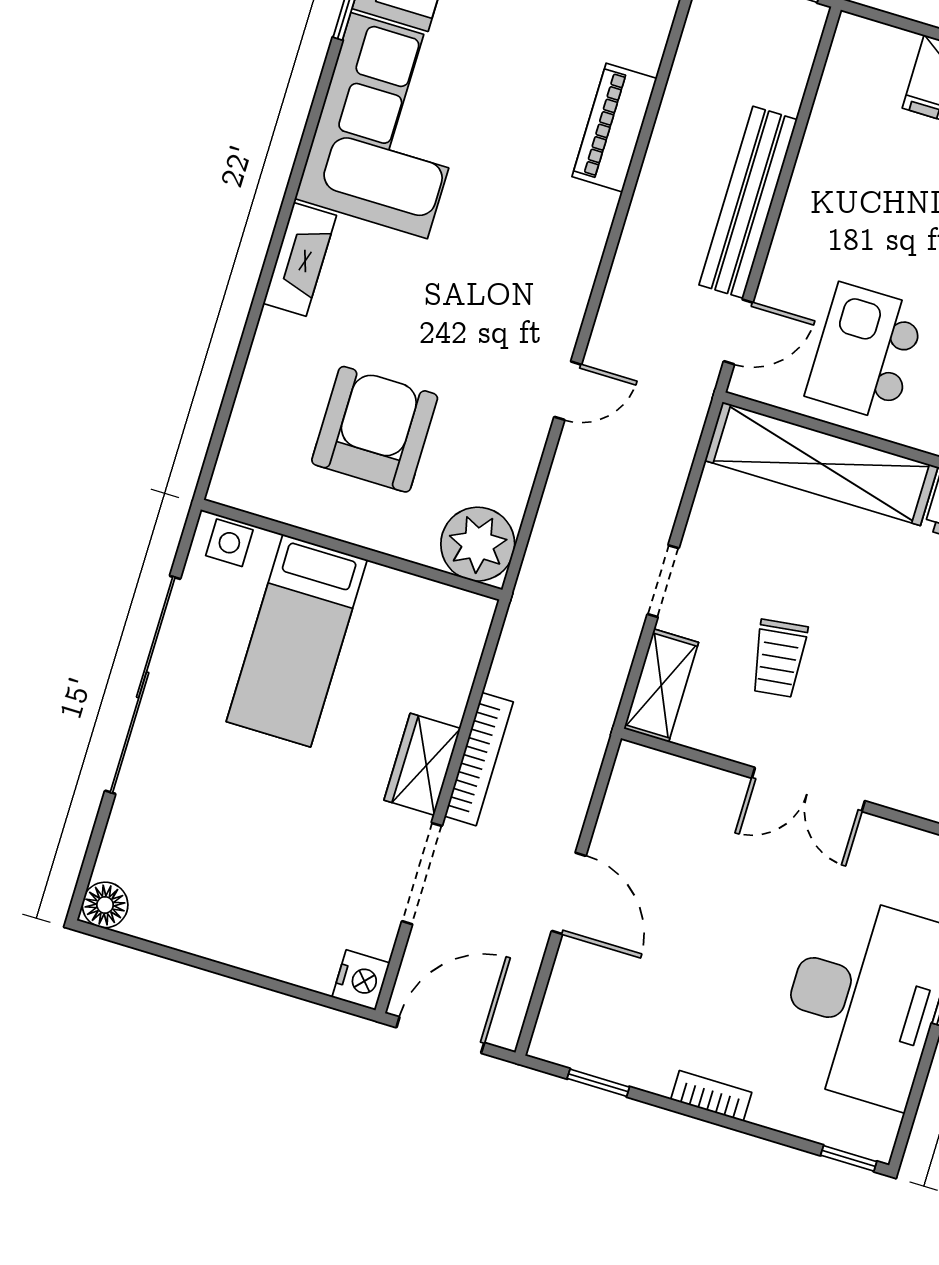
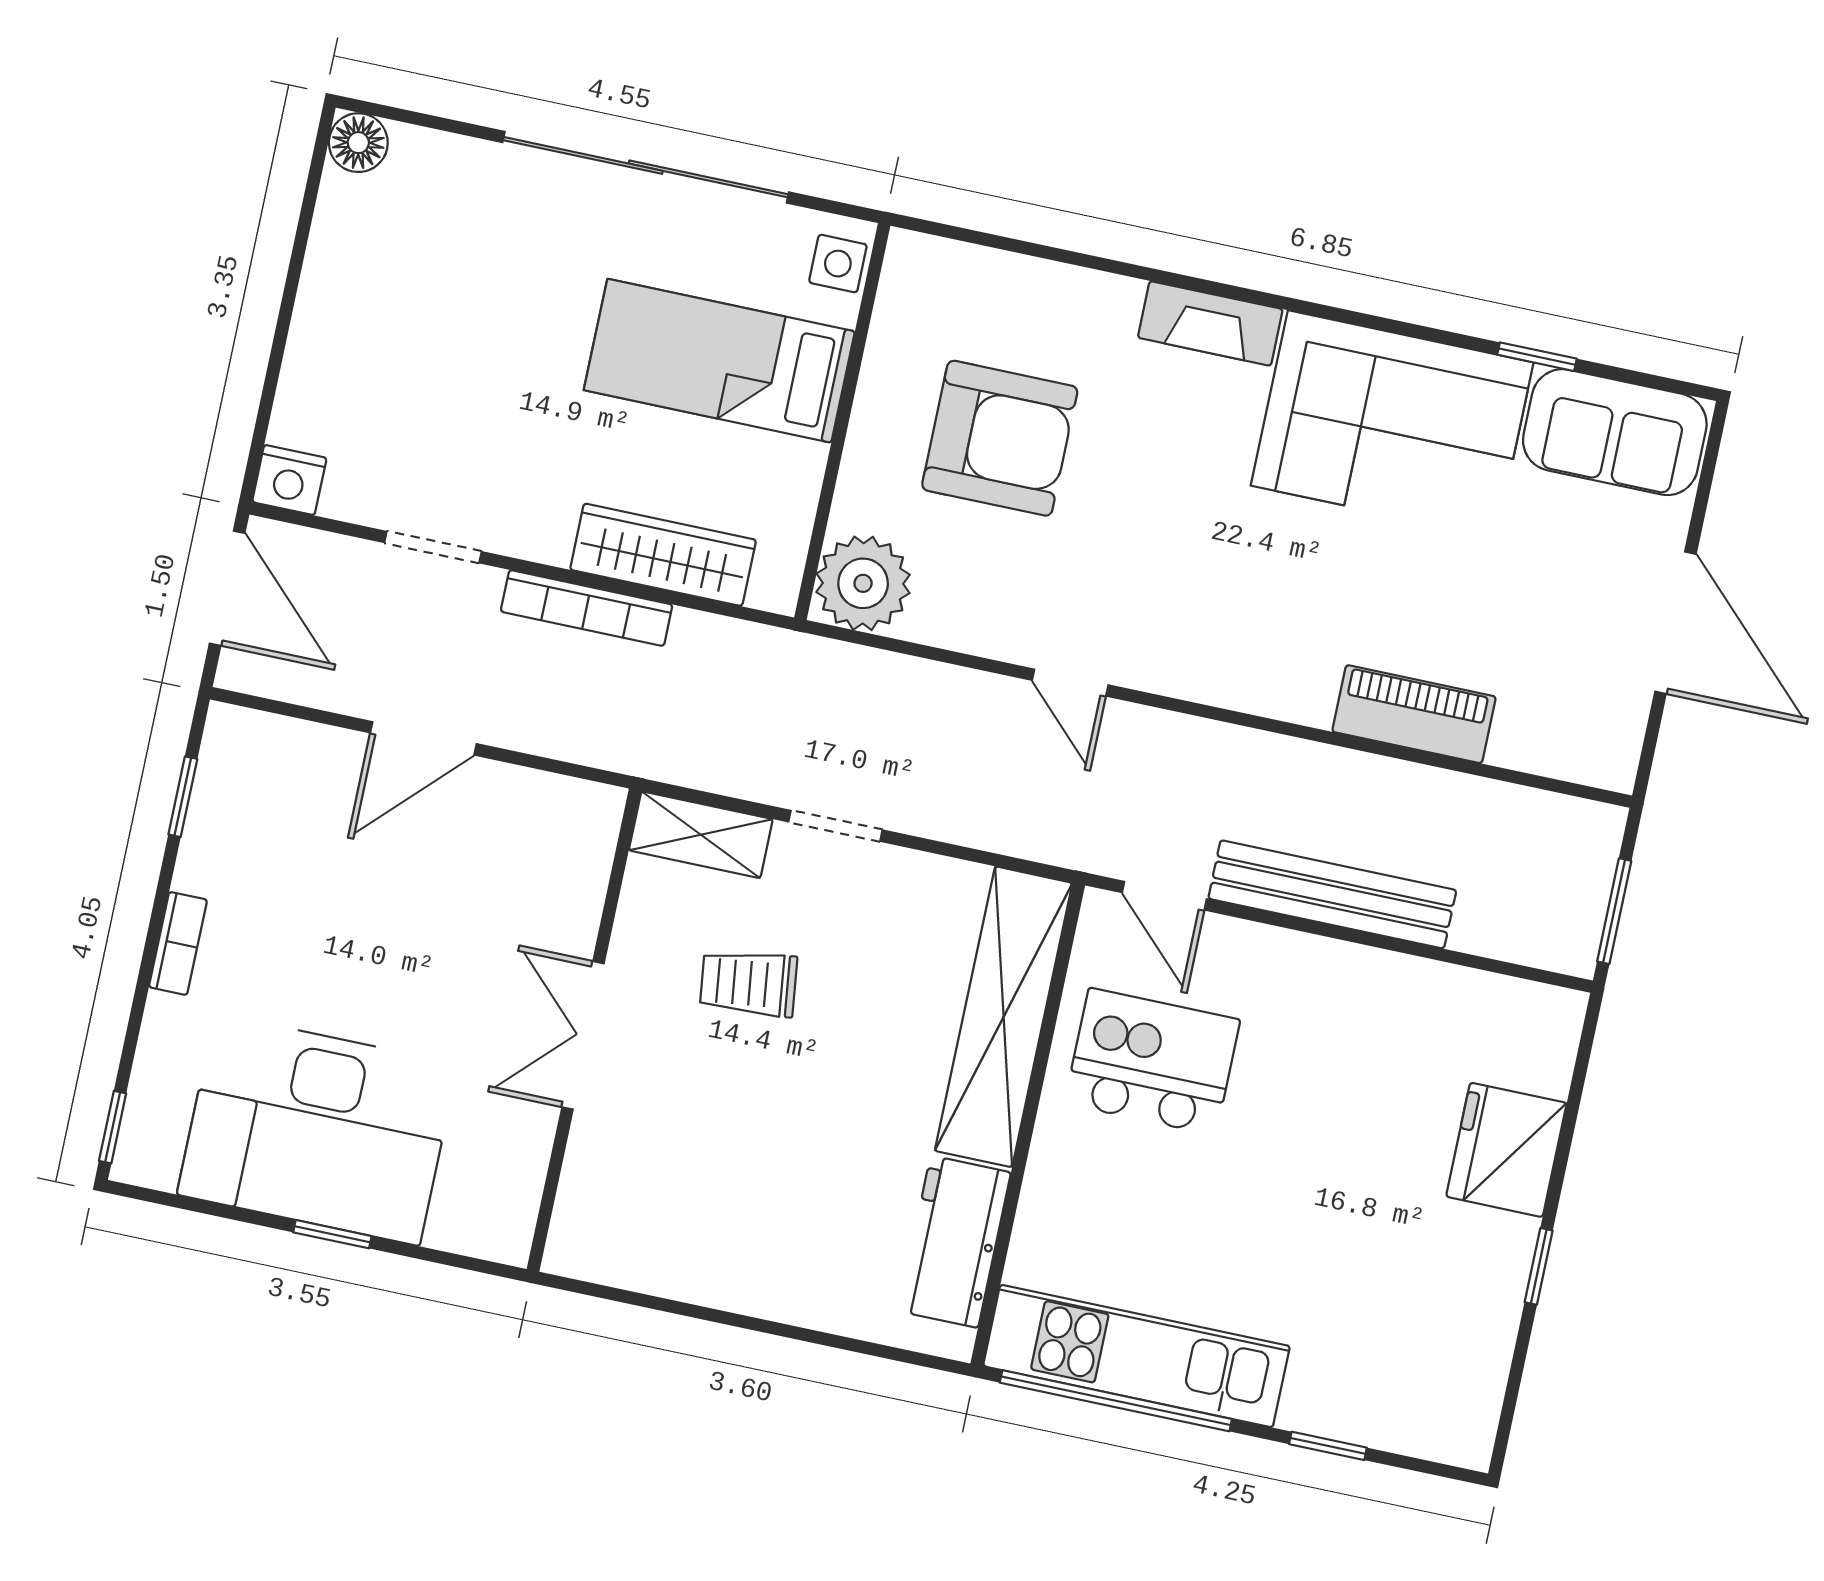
wardrobe: (422, 764) -> (663, 555), moved, width x1.50
doorway: (422, 874) -> (433, 547), width x0.73

